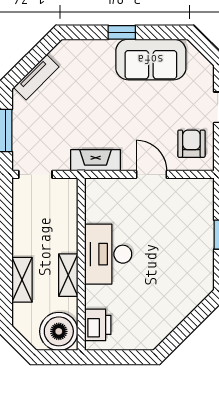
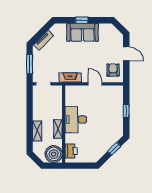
sofa: (151, 59) -> (83, 32), moved
window: (194, 320) -> (114, 149), added

